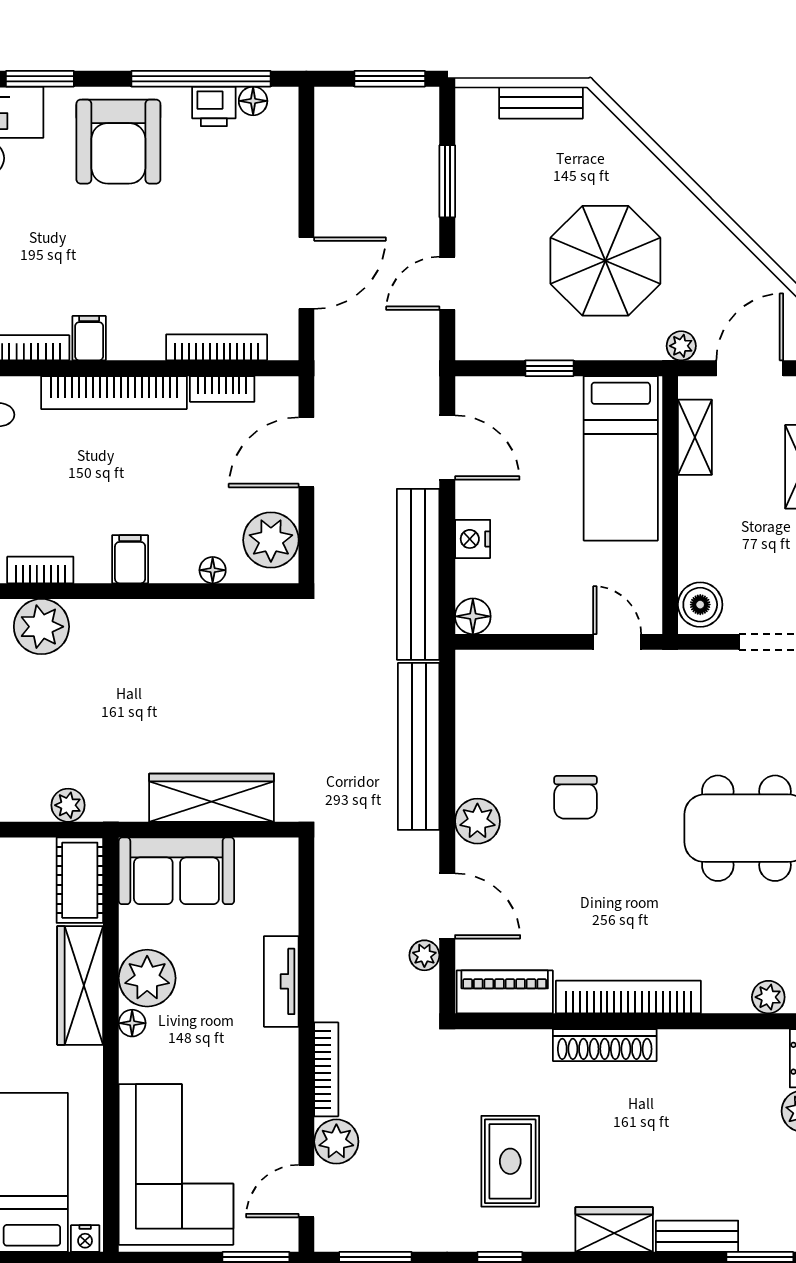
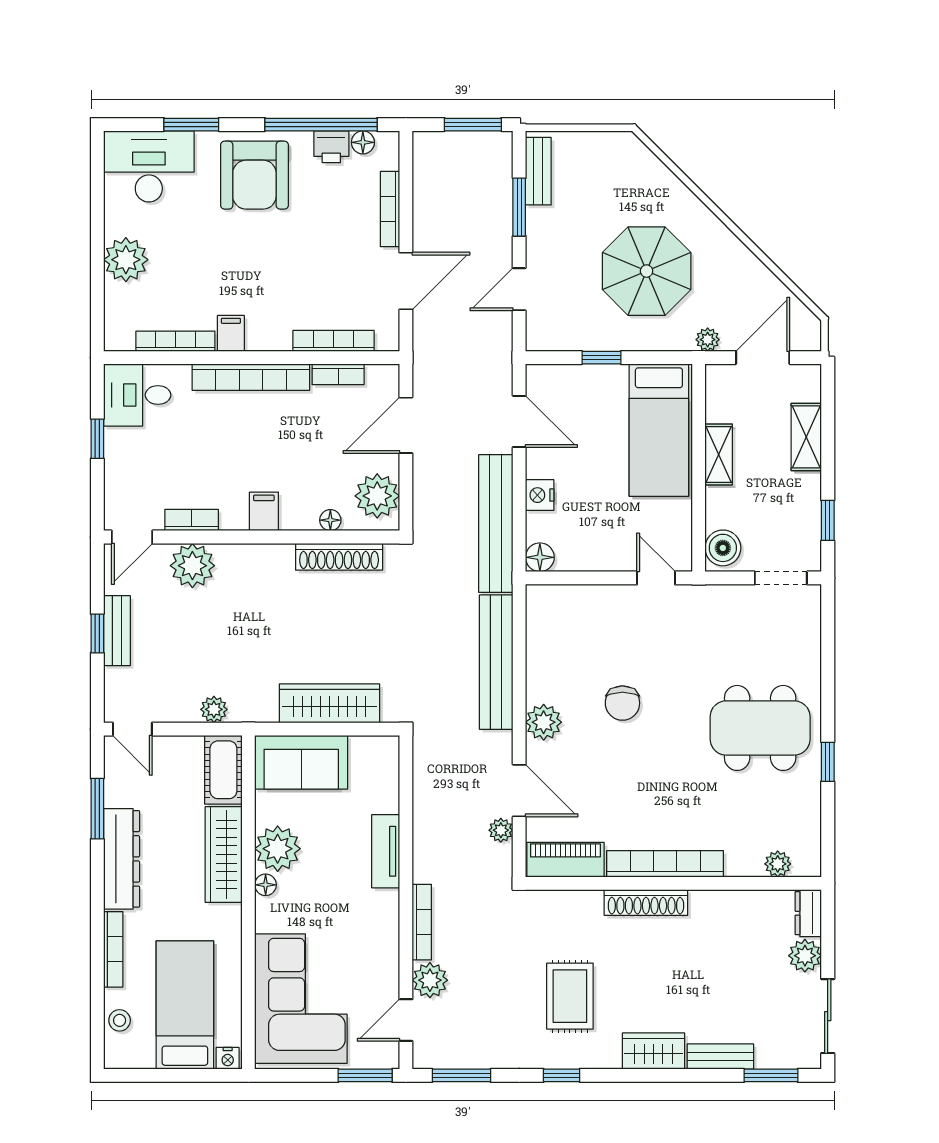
bench: (541, 103) -> (538, 171), moved, turned 90
bookcase: (287, 184) -> (390, 209), added
shelving: (695, 437) -> (719, 454), moved
shoe rack: (223, 616) -> (339, 557), added

